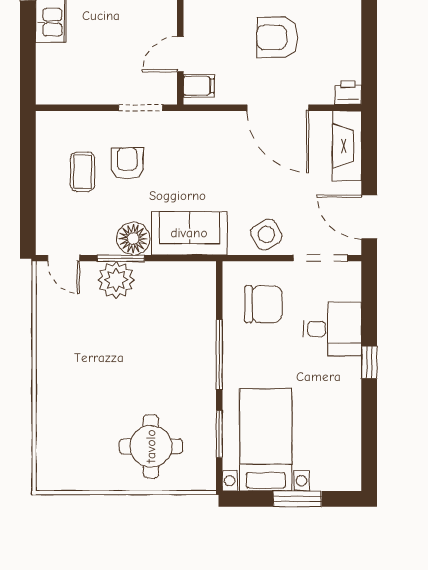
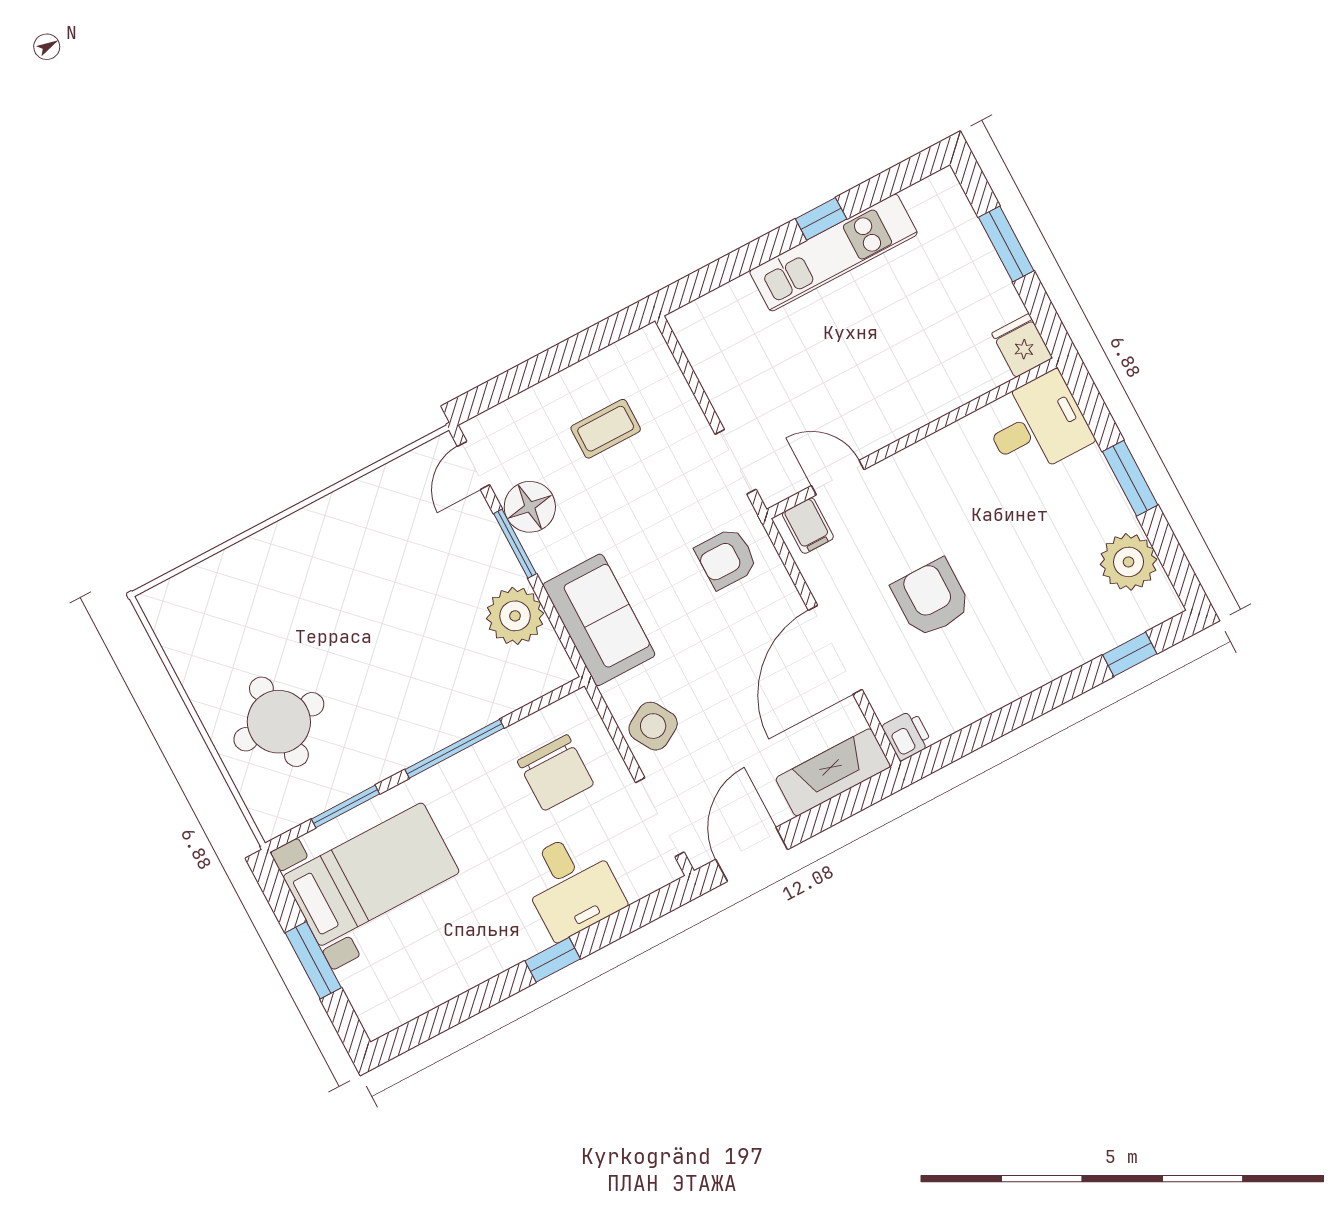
armchair: (127, 163) -> (726, 558), moved, turned 180
floor lamp: (133, 239) -> (530, 507), moved
plant: (116, 280) -> (515, 616), moved

